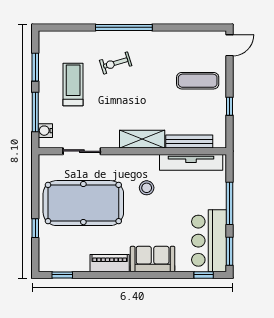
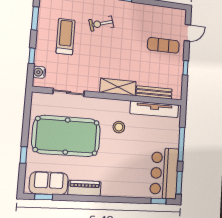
door: (229, 45) -> (187, 33), moved
window: (35, 112) -> (32, 56), width x0.46
sofa: (153, 259) -> (49, 183), moved

